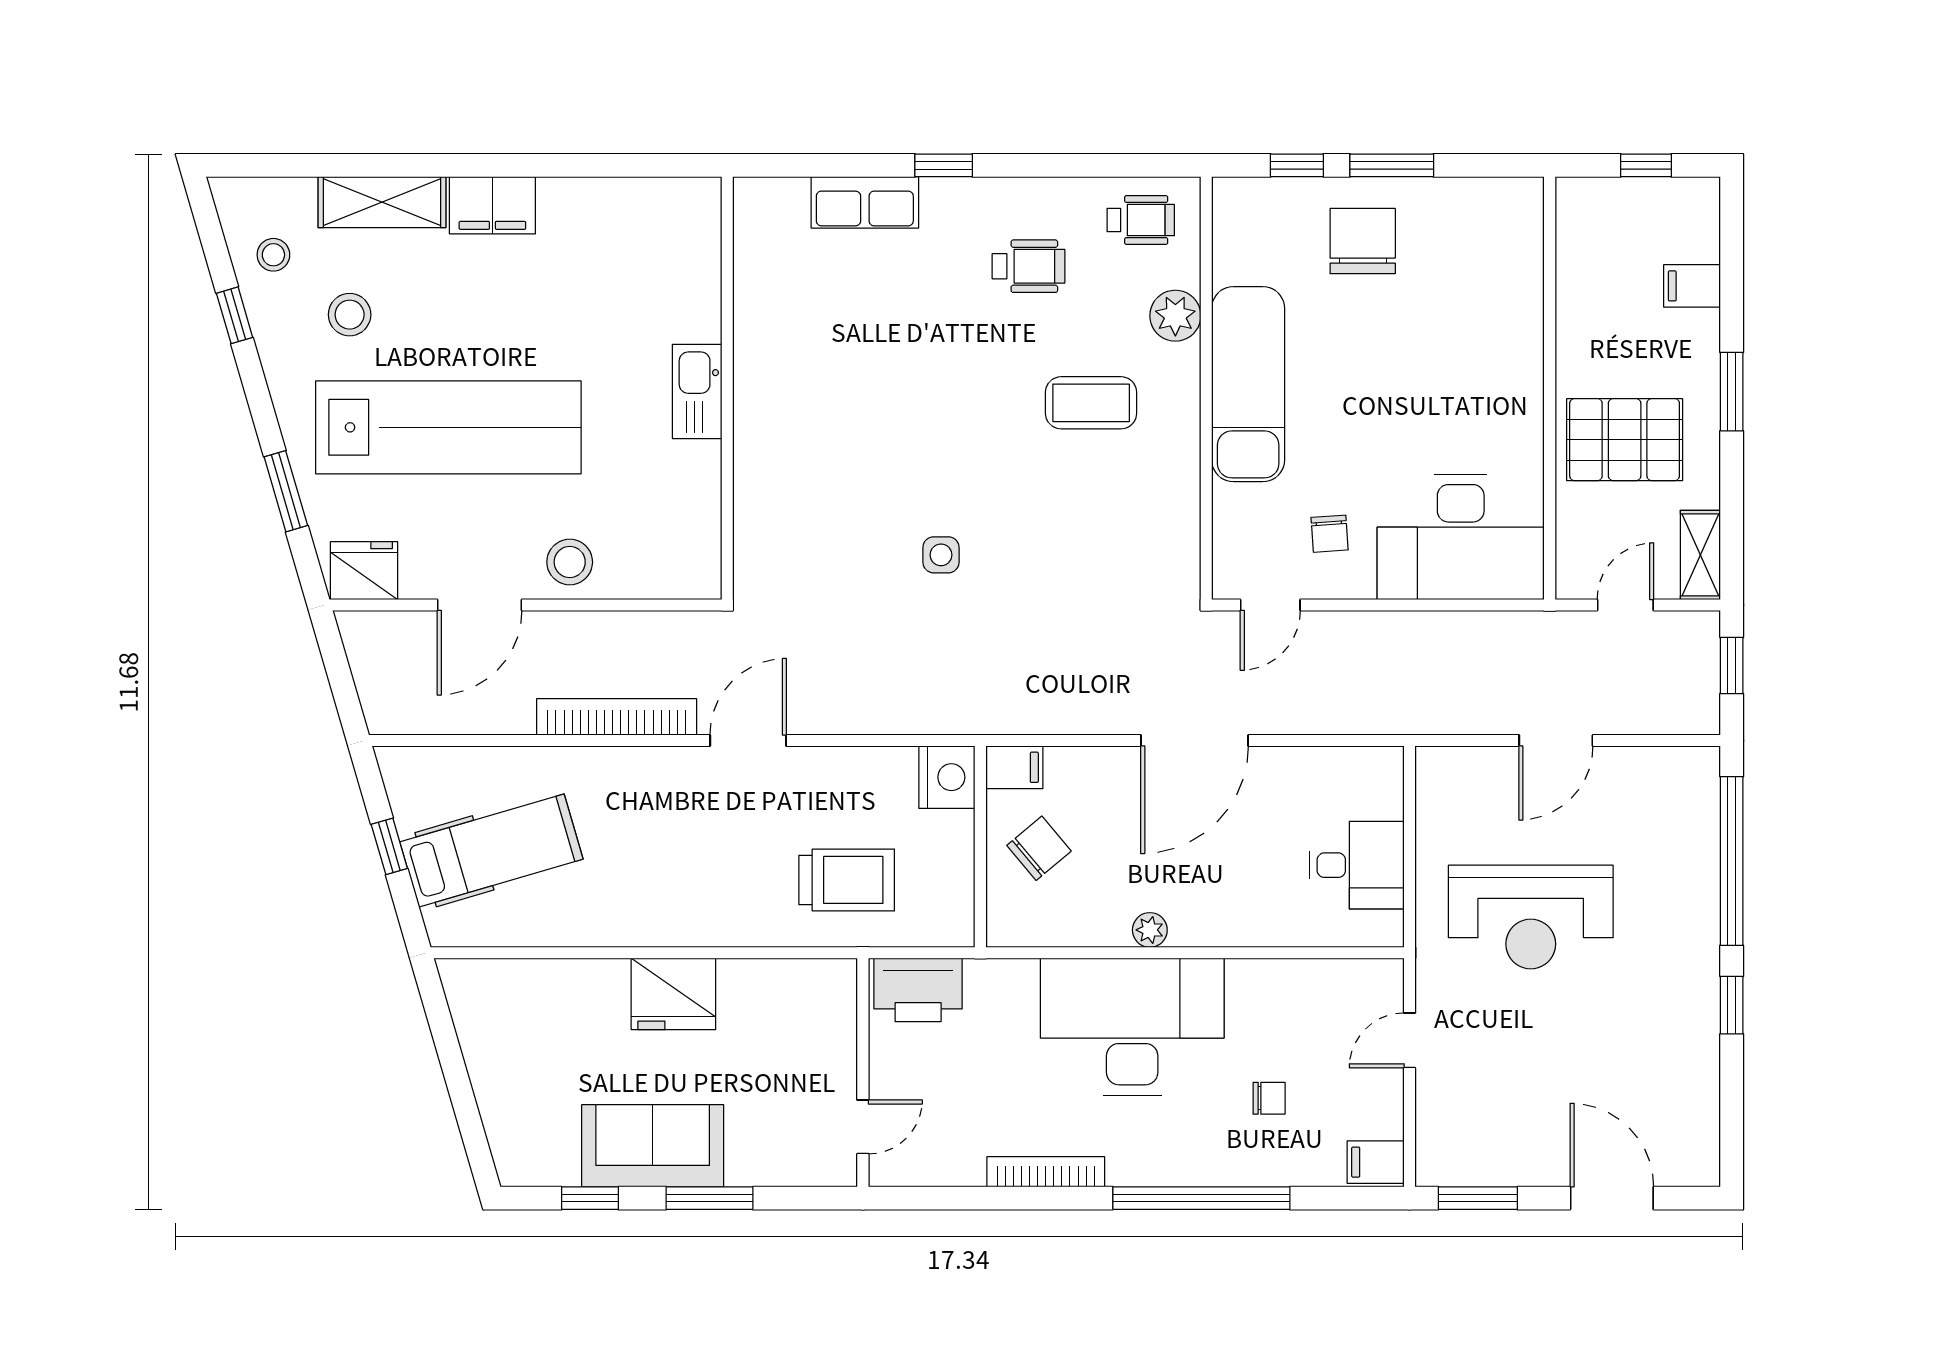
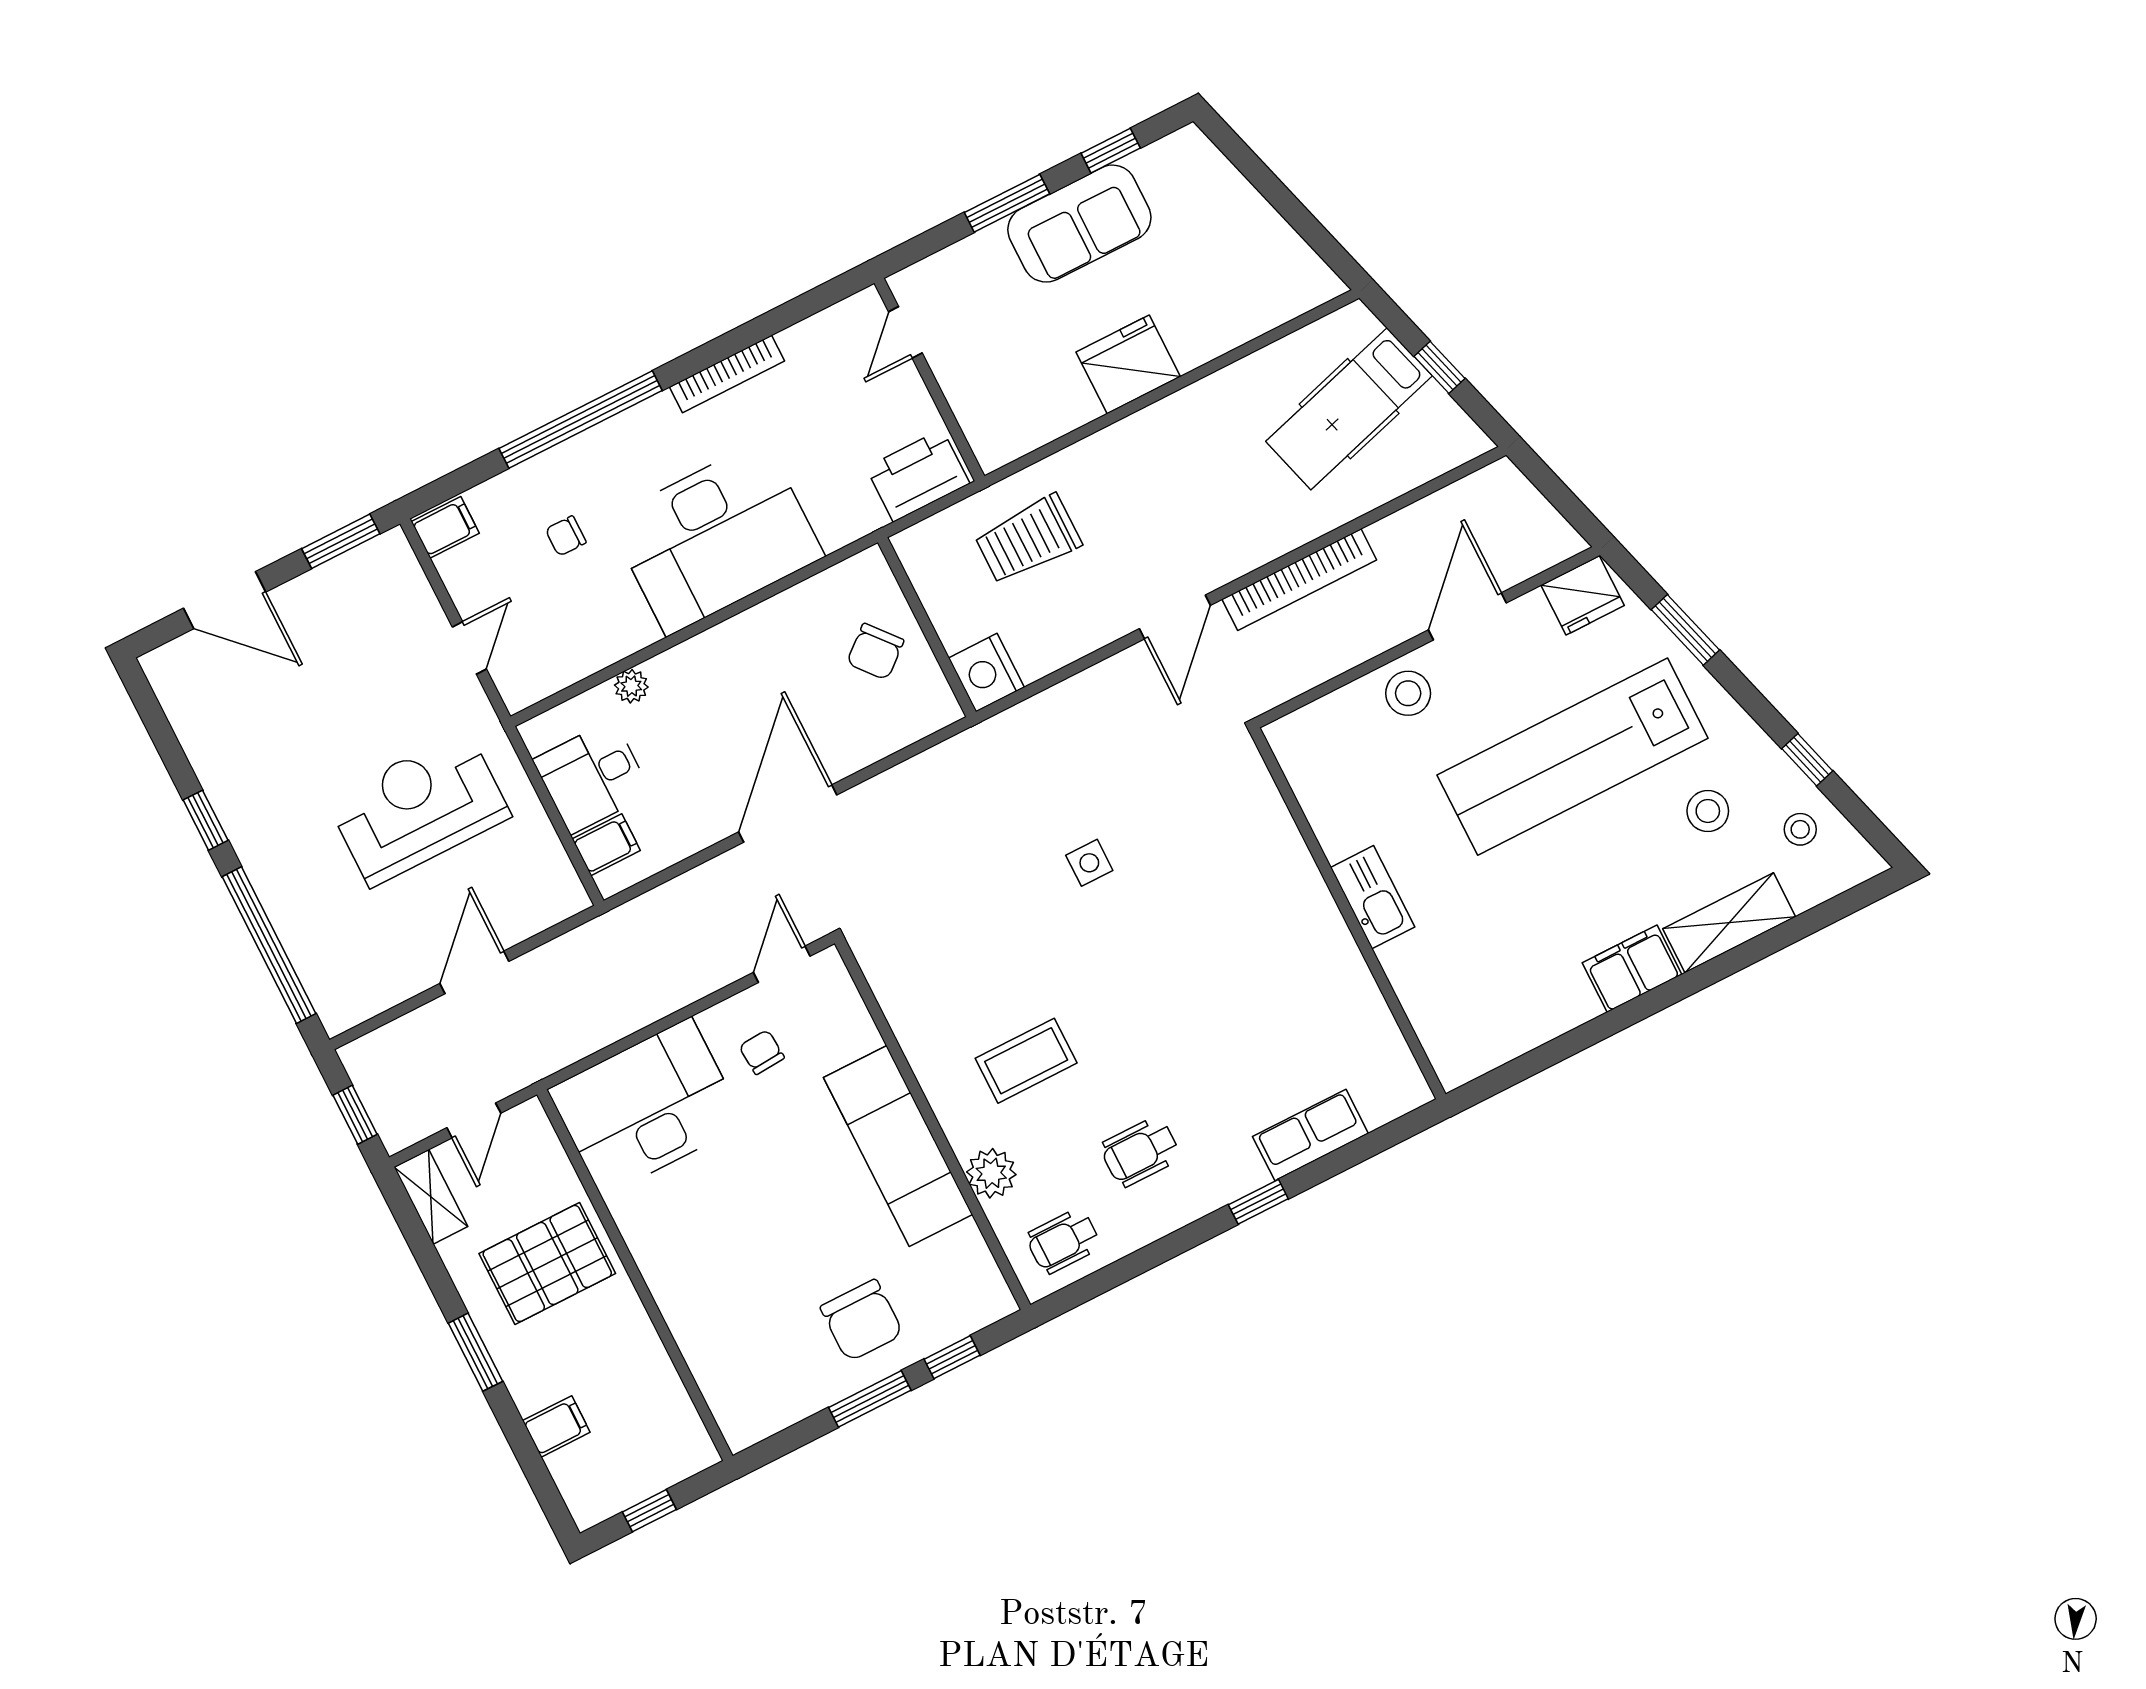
filing cabinet: (1014, 767) -> (606, 845), moved, turned 180
plant: (1150, 930) -> (631, 686), moved

